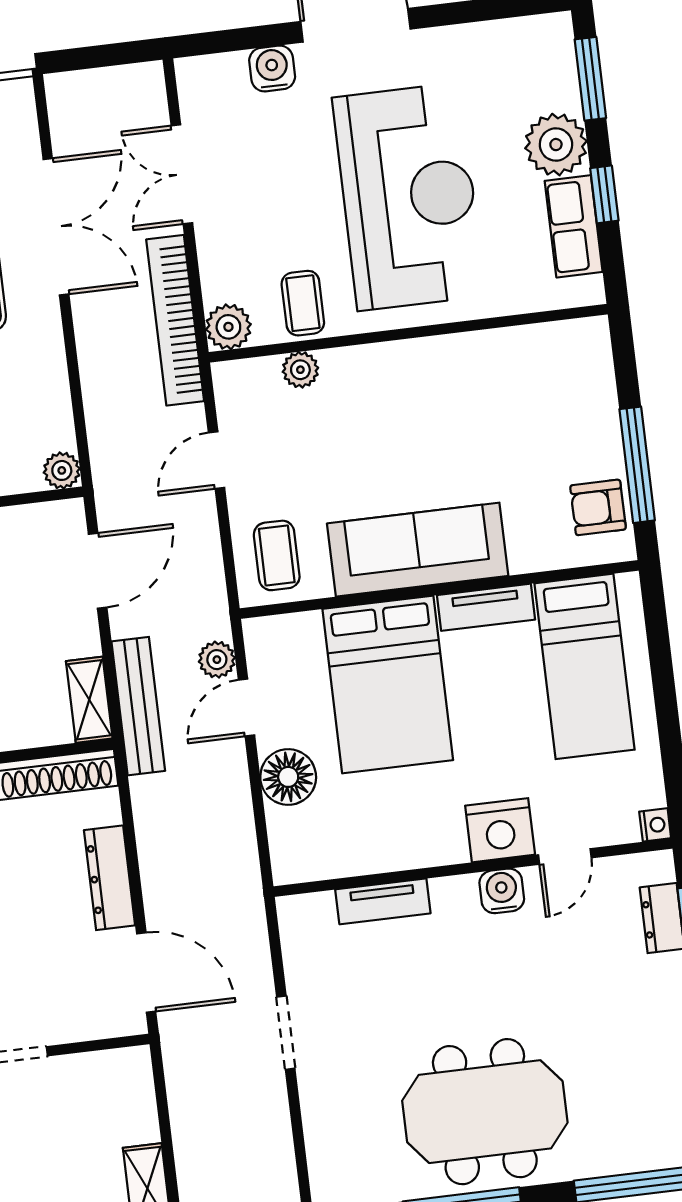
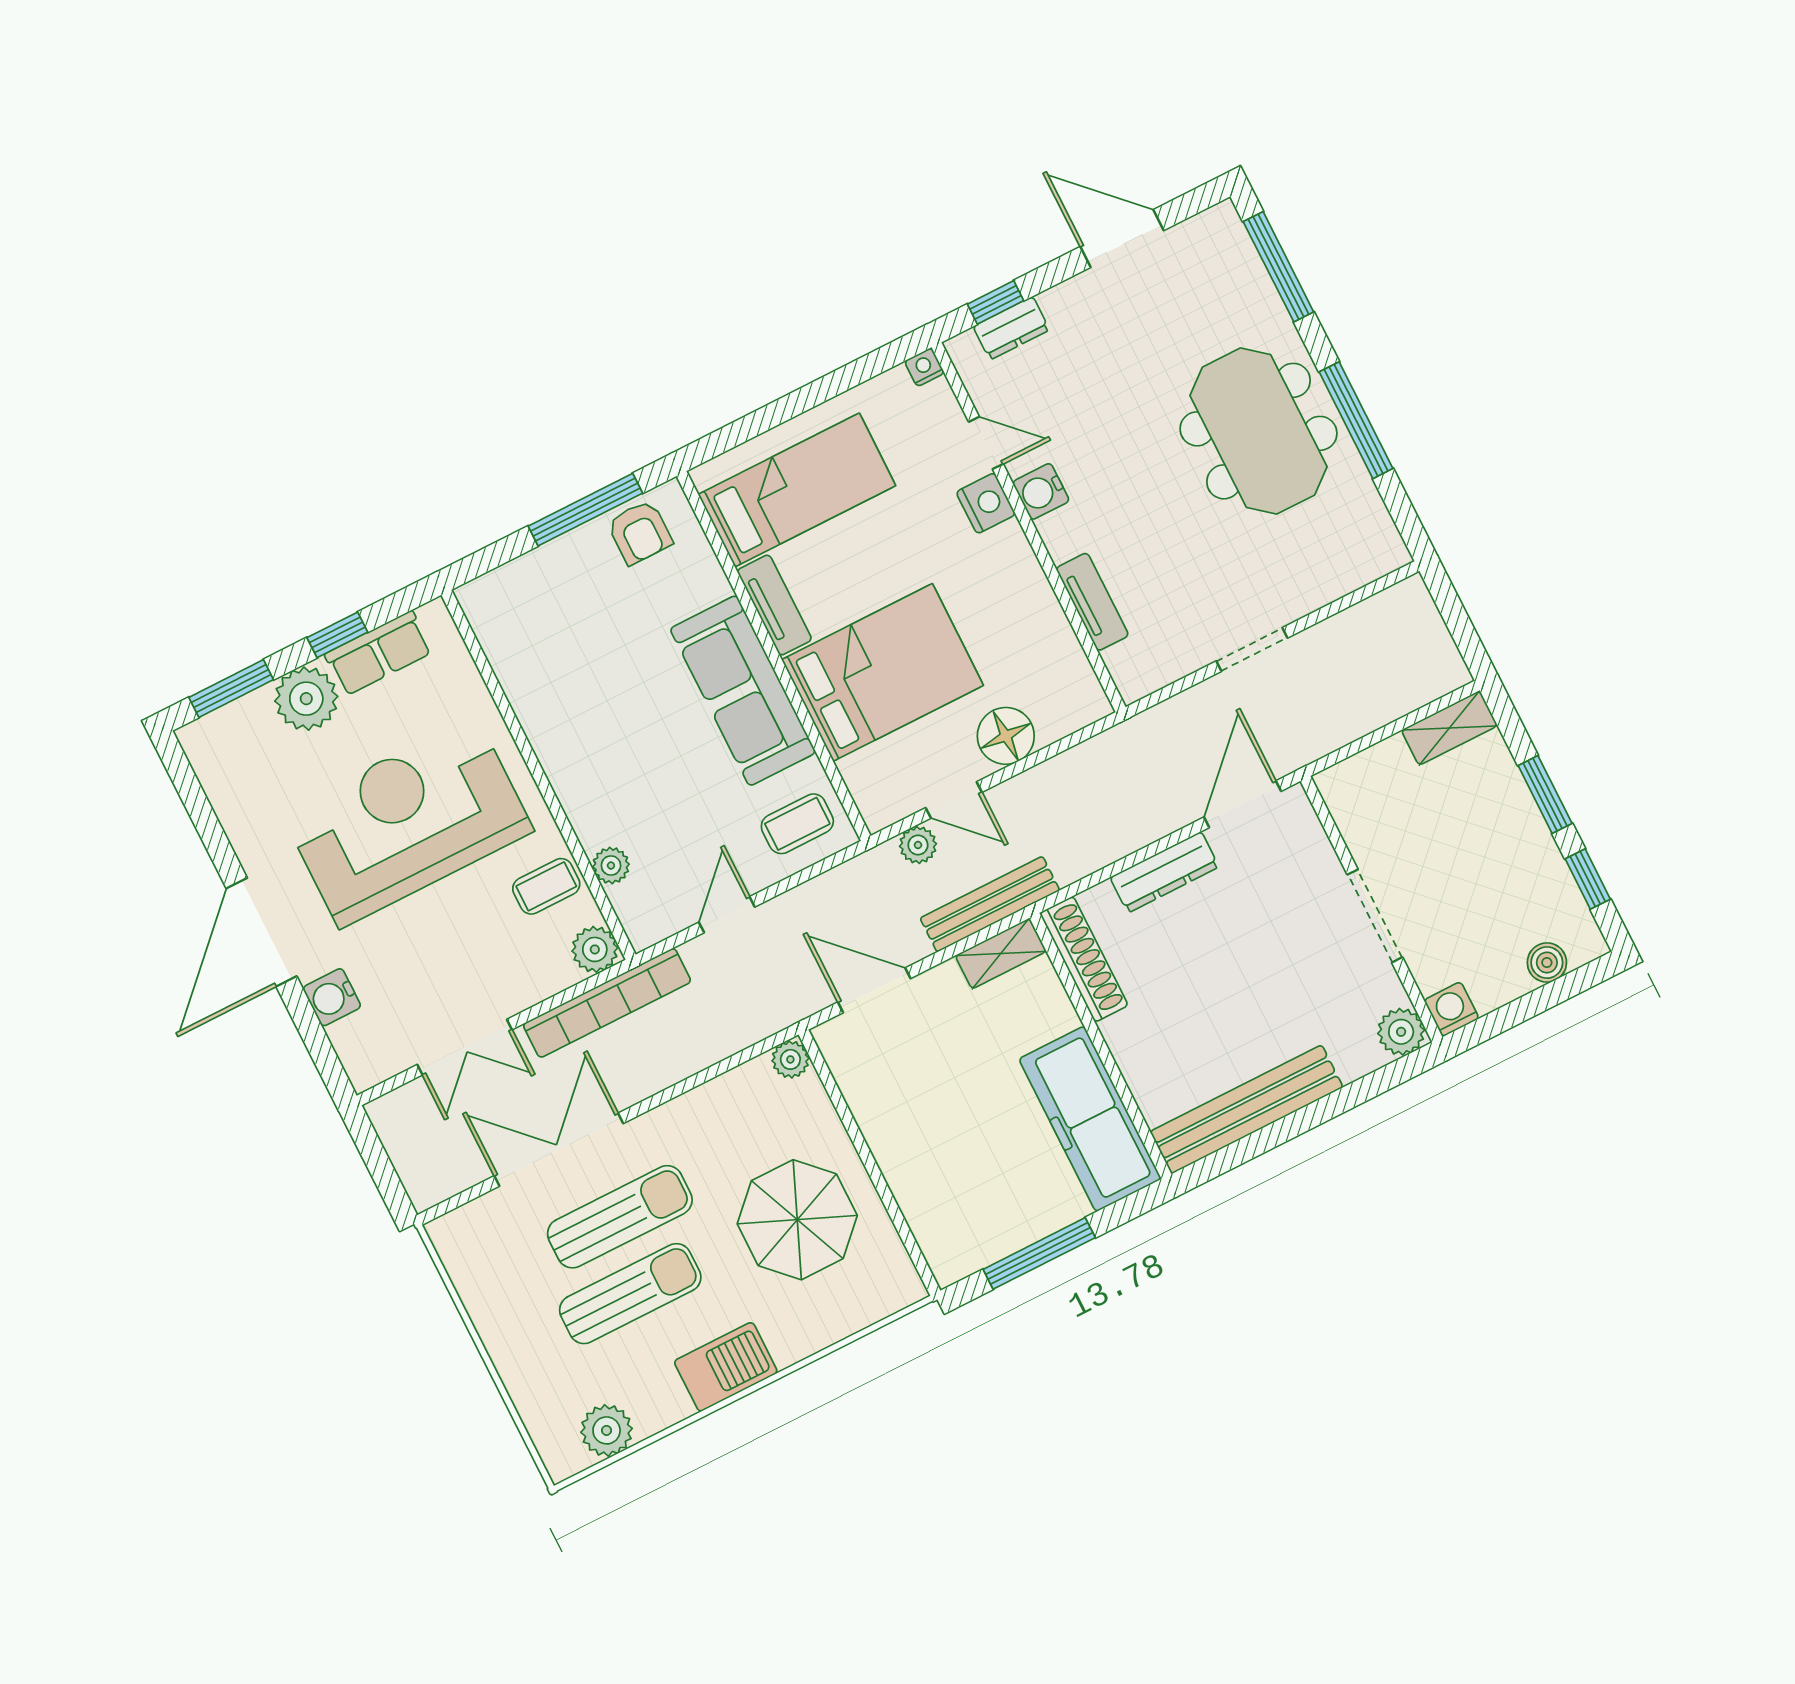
door: (216, 460) -> (727, 915), swing flipped
nightstand: (500, 830) -> (986, 503), width x0.74, depth x0.75

